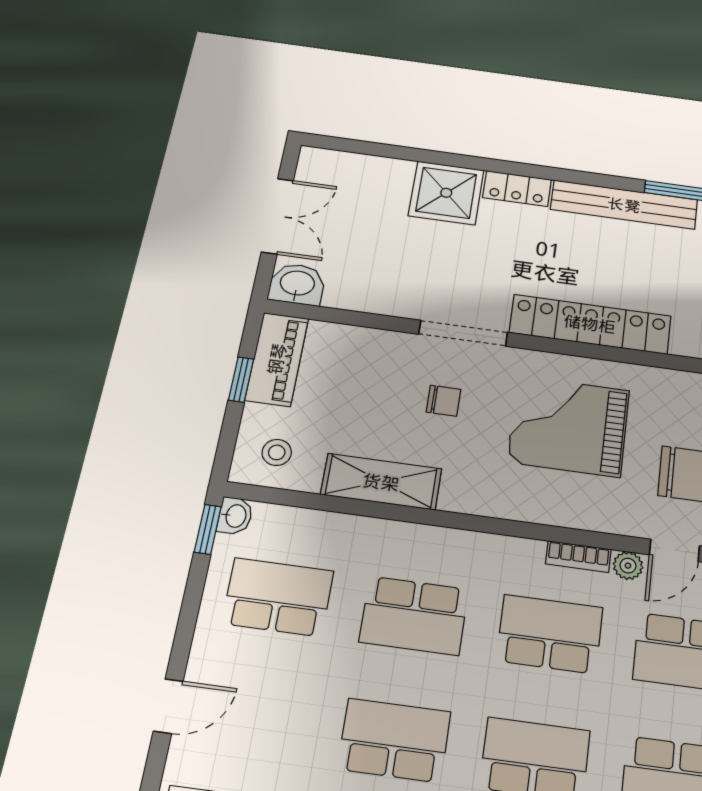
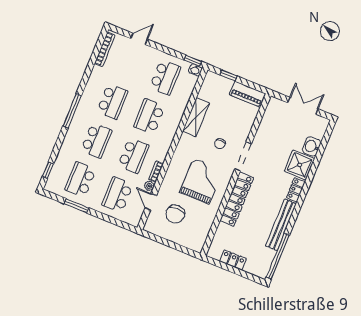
double door: (277, 216) -> (303, 106), swing flipped
washbasin: (297, 284) -> (312, 146), moved, turned 180
window: (241, 380) -> (228, 75), moved
stool: (277, 452) -> (214, 87), removed
door: (168, 706) -> (139, 39), swing flipped

